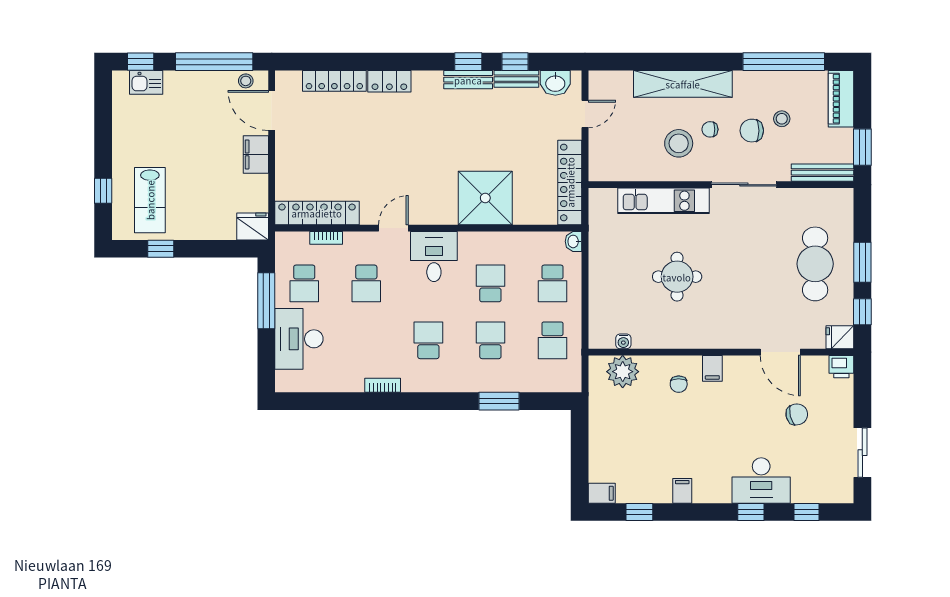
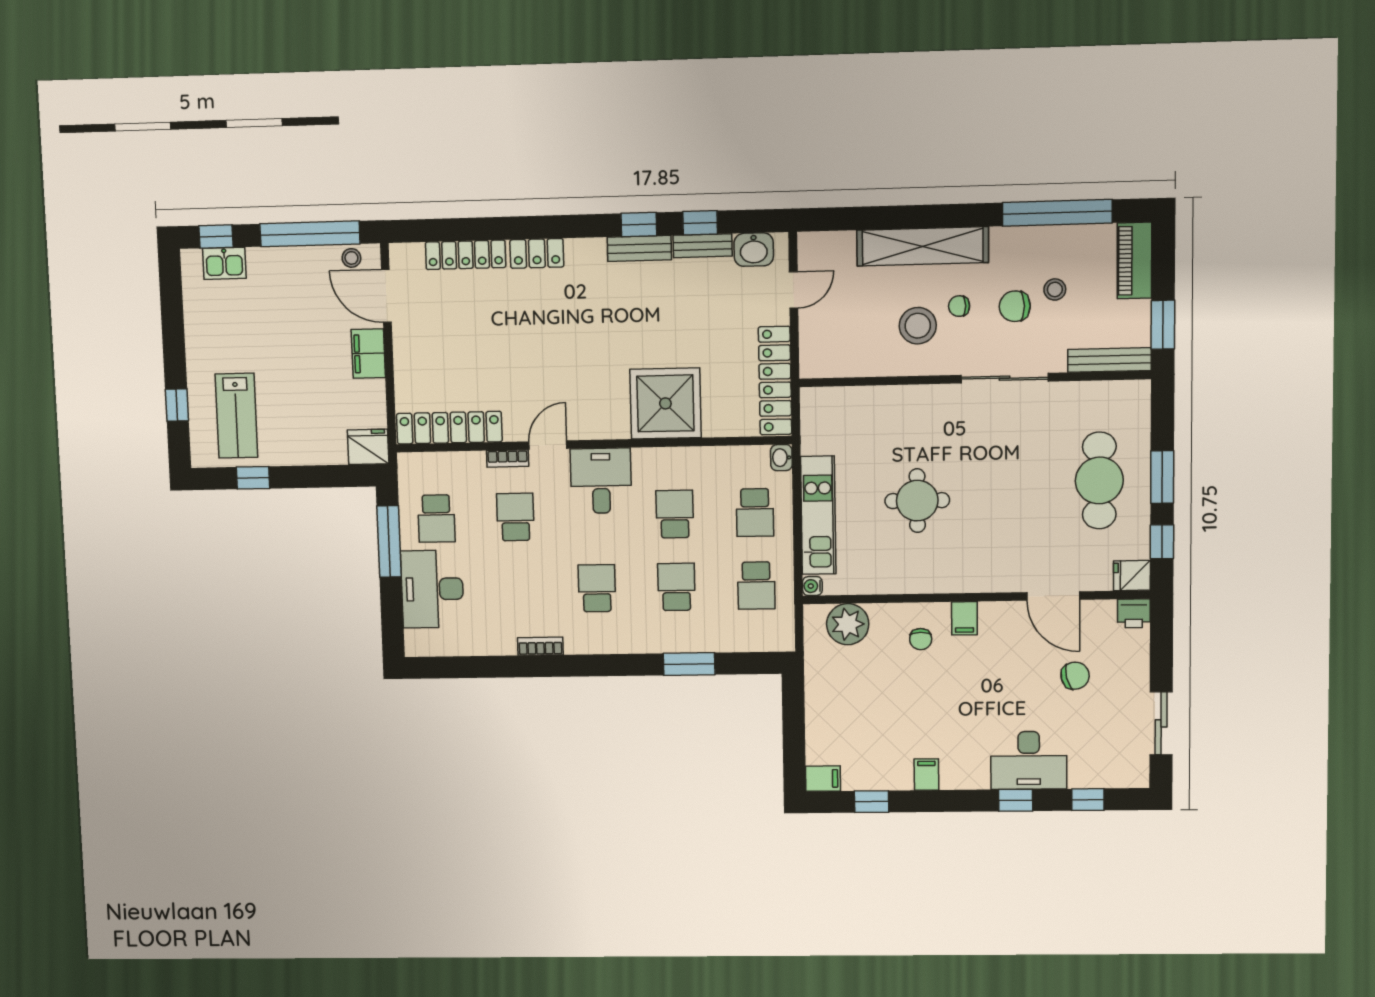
kitchen unit: (663, 201) -> (818, 515), moved, turned -90
bookcase: (326, 238) -> (508, 459), moved
school desk: (366, 283) -> (515, 517), turned 180
water cooler: (623, 341) -> (812, 586), moved, turned 90

